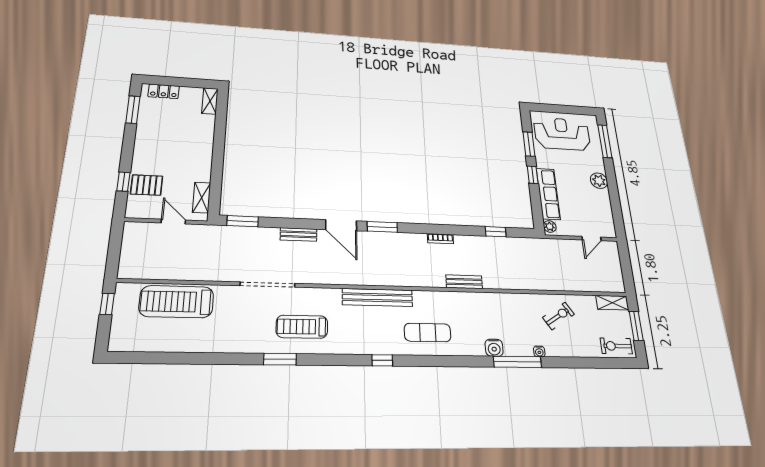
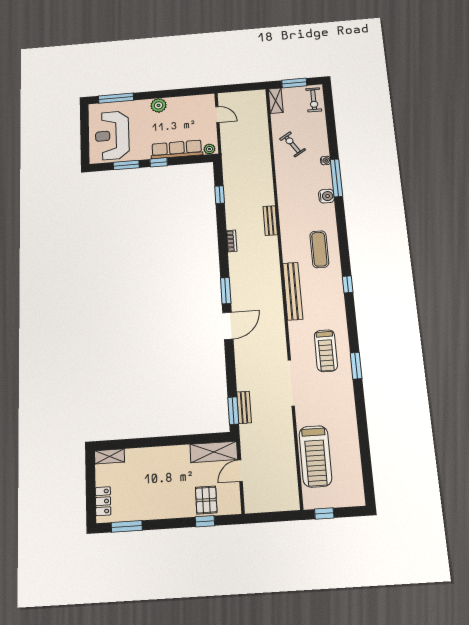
shelving: (202, 198) -> (214, 452), width x1.50, depth x1.33
bench: (299, 234) -> (244, 407), moved

